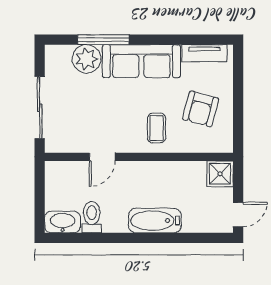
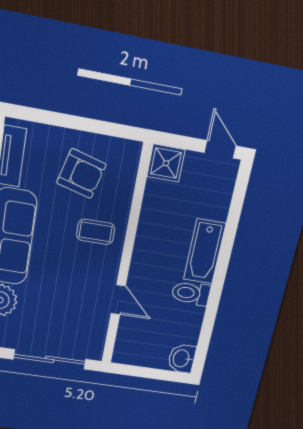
toilet: (92, 217) -> (191, 293), moved
washbasin: (63, 222) -> (182, 358), width x0.72

